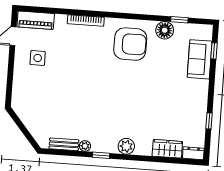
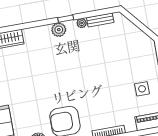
plant: (126, 146) -> (59, 30), moved

